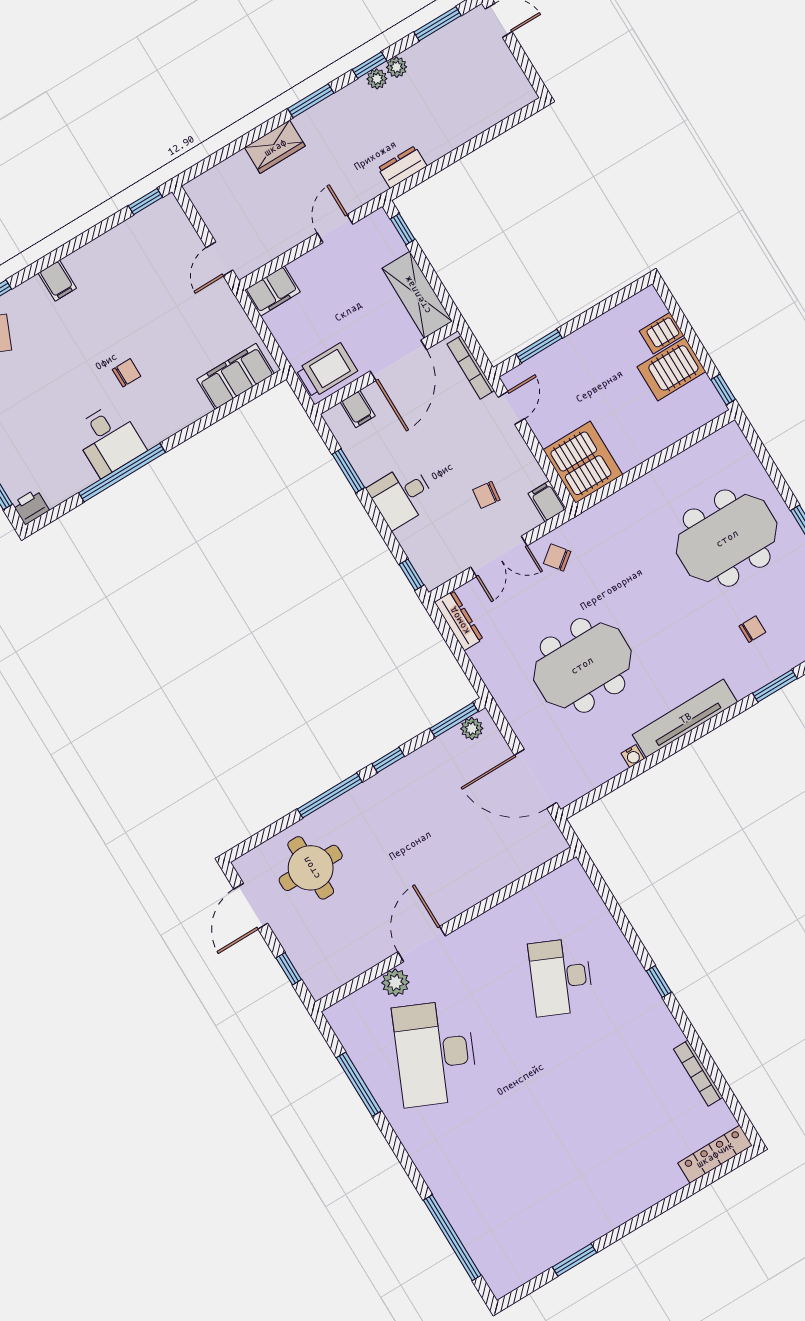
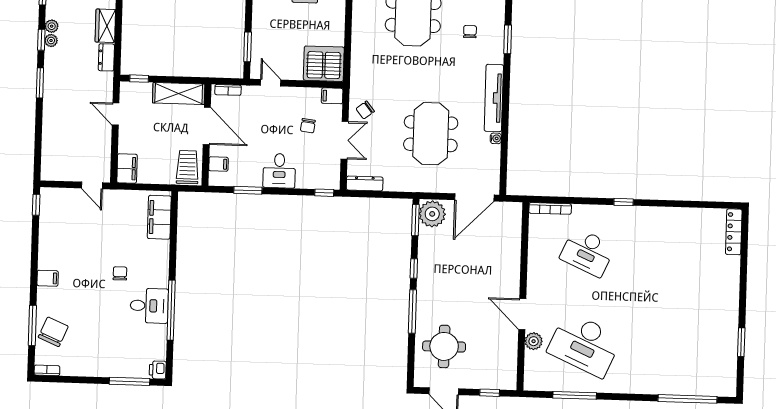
wardrobe: (275, 147) -> (105, 26), moved, turned 180
bookcase: (471, 367) -> (228, 90), width x0.64
plant: (472, 729) -> (432, 214), width x1.88, depth x1.88
bookcase: (698, 1073) -> (550, 208), moved

